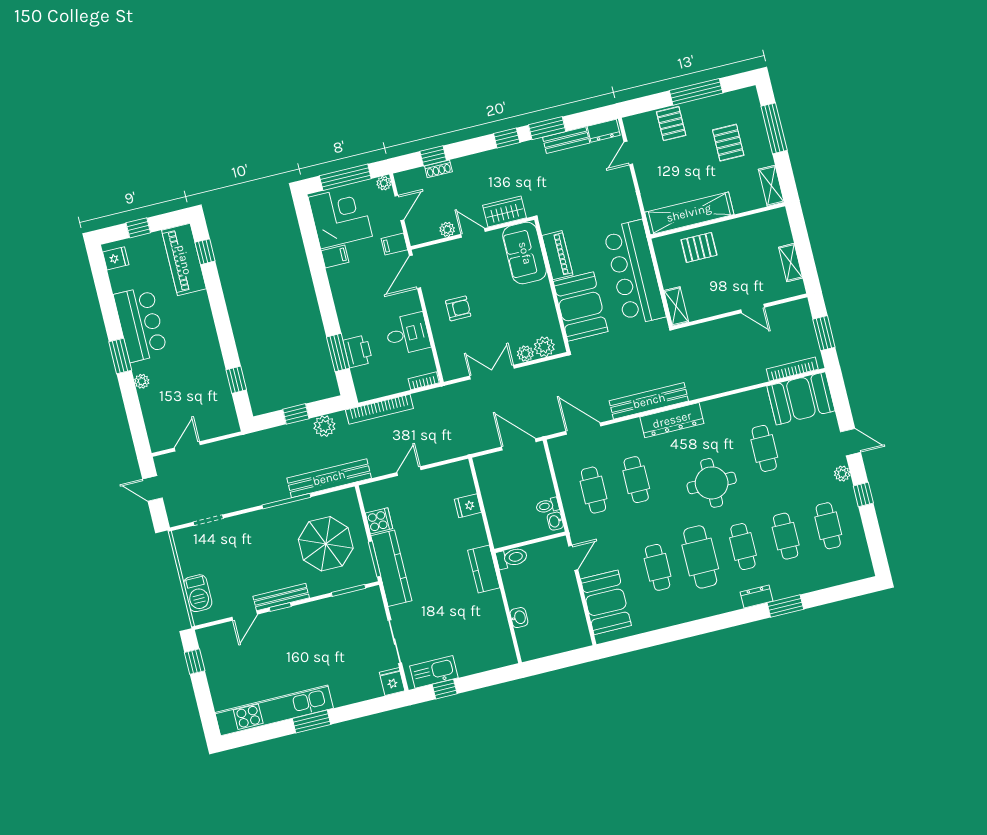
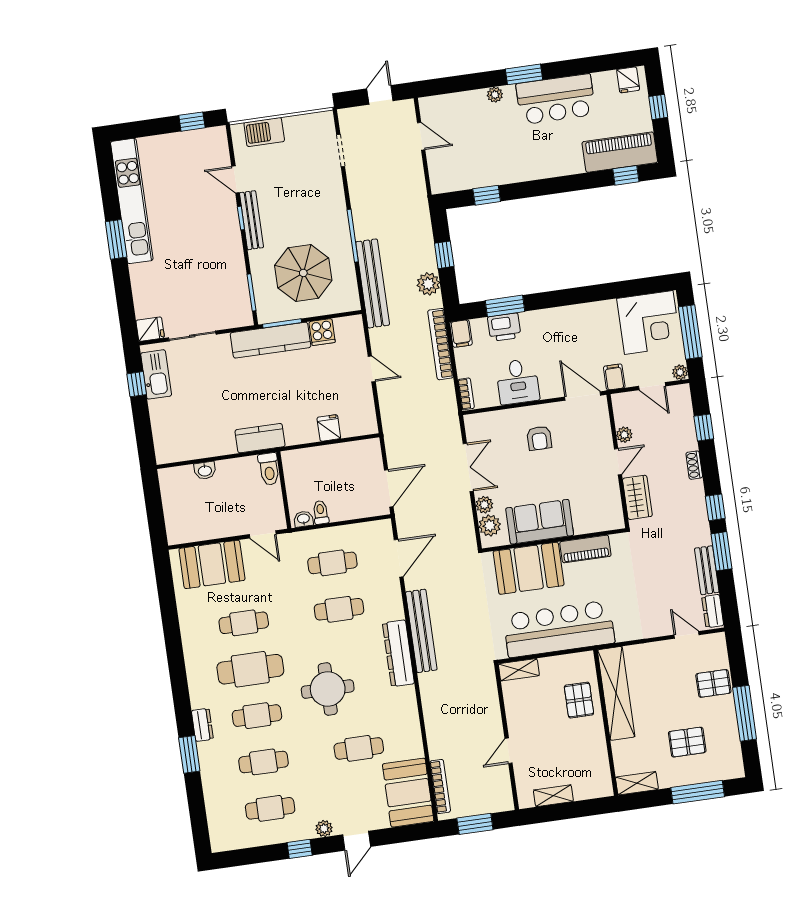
shoe rack: (438, 169) -> (694, 465), moved
sofa: (525, 253) -> (540, 522), moved
filing cabinet: (335, 256) -> (461, 334), moved

